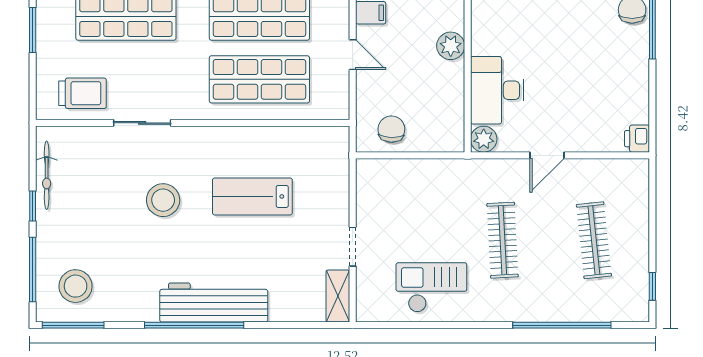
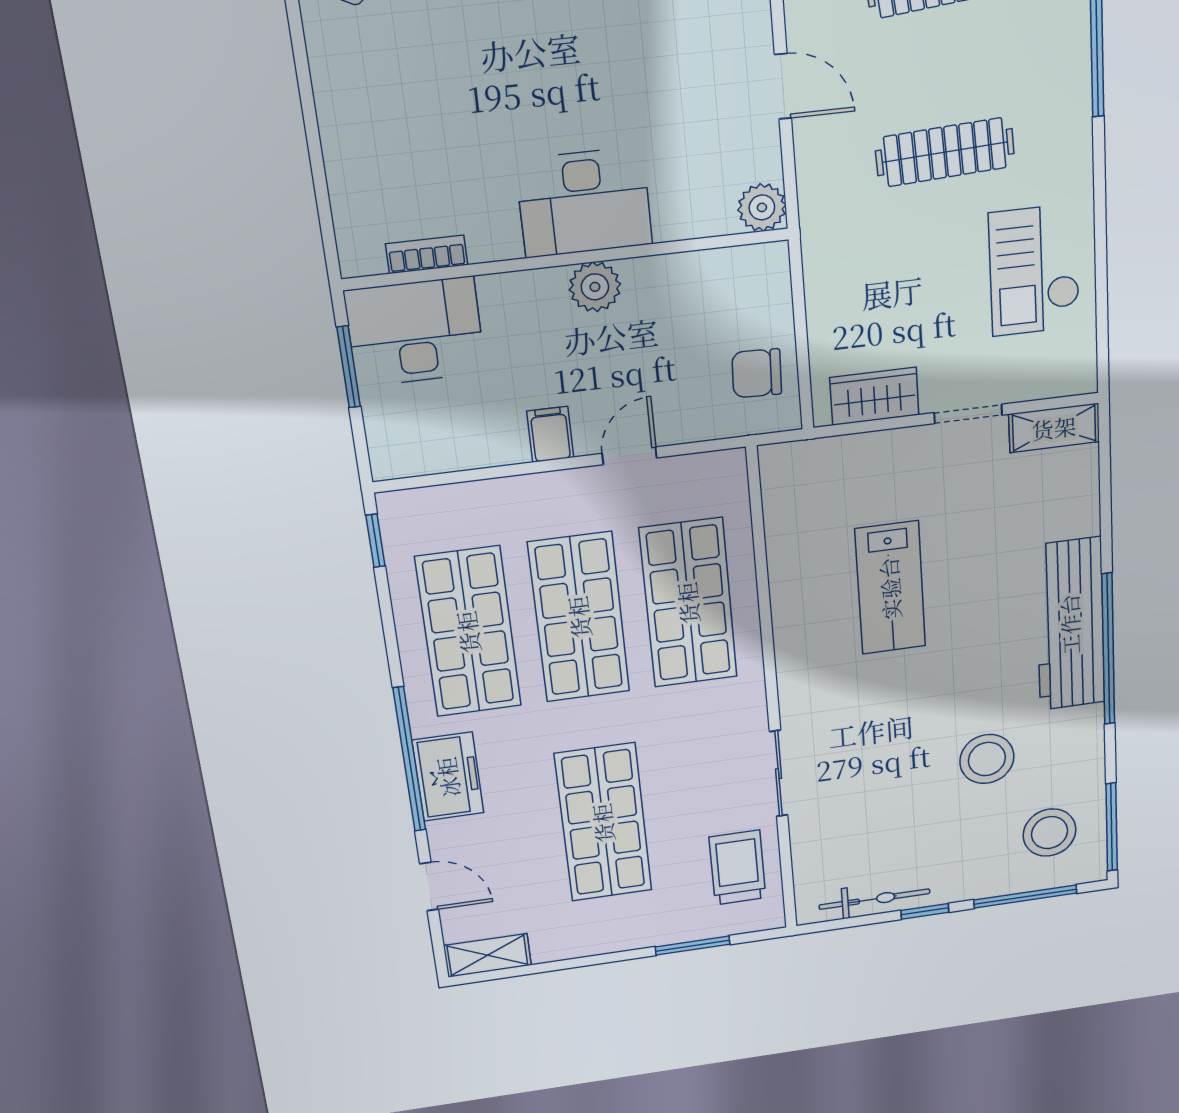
window: (33, 30) -> (693, 946), moved
desk: (497, 90) -> (584, 202), moved
wardrobe: (370, 194) -> (874, 396), added
stool: (163, 200) -> (987, 759), moved

